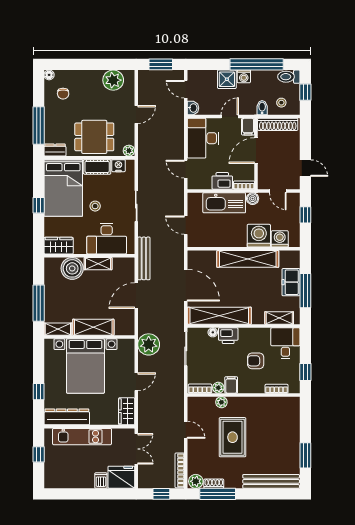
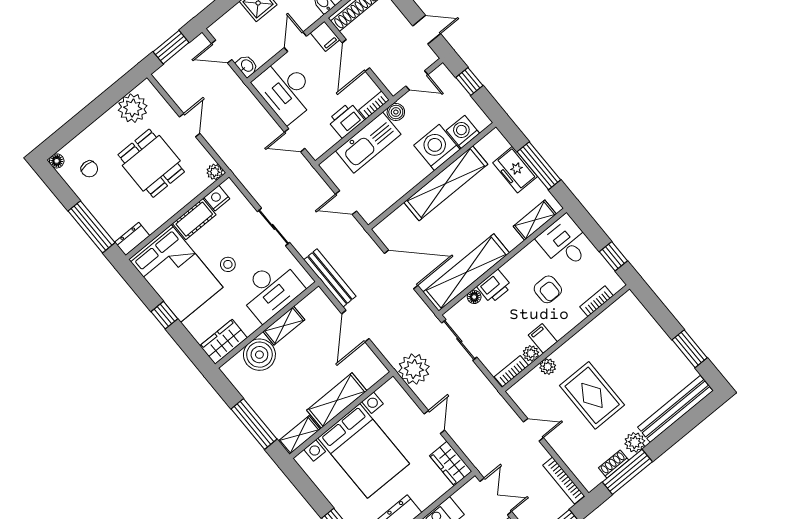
dining table: (94, 137) -> (151, 163), moved, turned 90
armchair: (256, 361) -> (548, 289), turned -90
plant: (196, 481) -> (635, 442), moved

